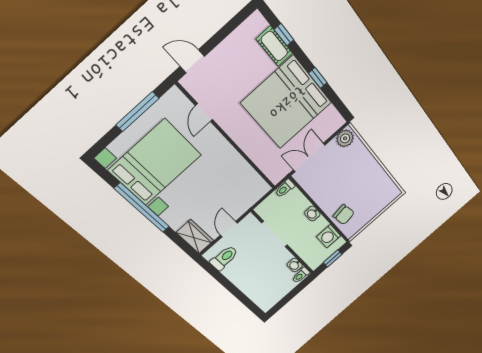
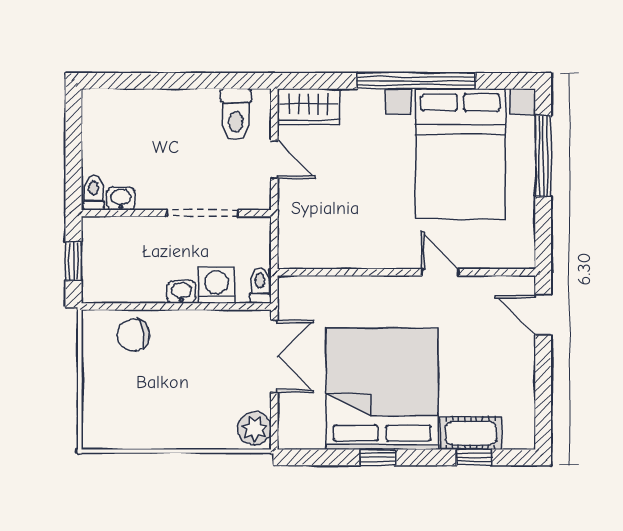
door: (192, 61) -> (543, 315), swing flipped
window: (137, 112) -> (543, 156), moved
door: (204, 113) -> (440, 272), moved
washing machine: (329, 236) -> (216, 285), moved

